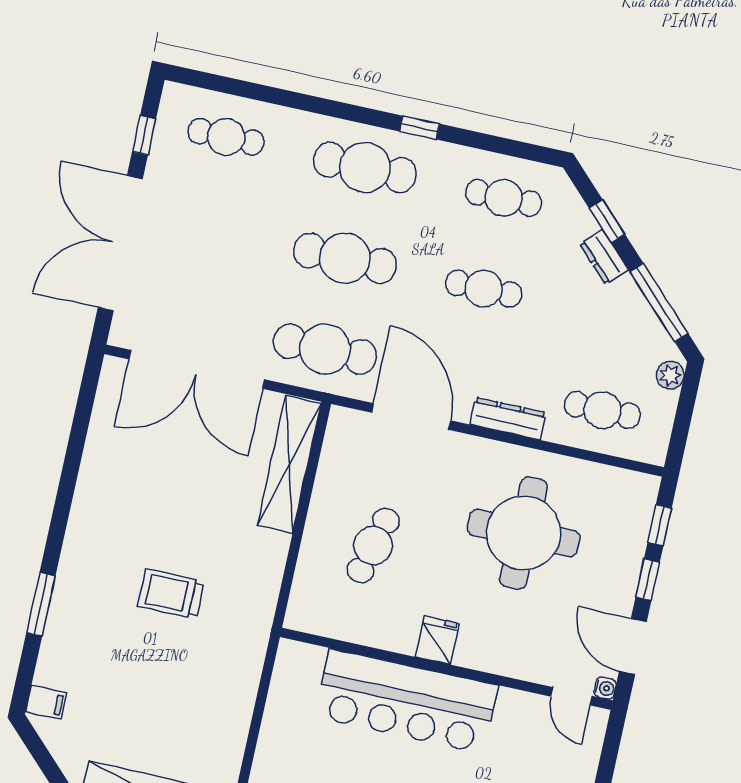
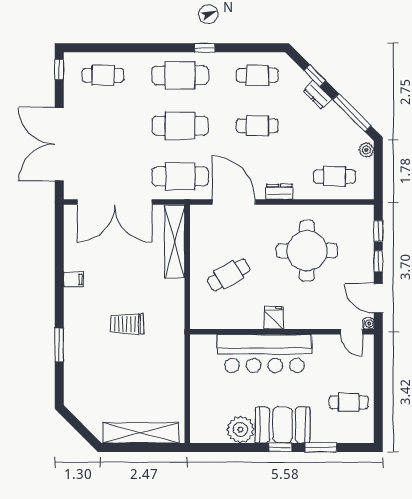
window: (144, 135) -> (59, 69), moved
dresser: (508, 418) -> (279, 192), width x0.70
cafe table: (373, 546) -> (229, 275), turned 45
filing cabinet: (46, 702) -> (74, 279), moved

